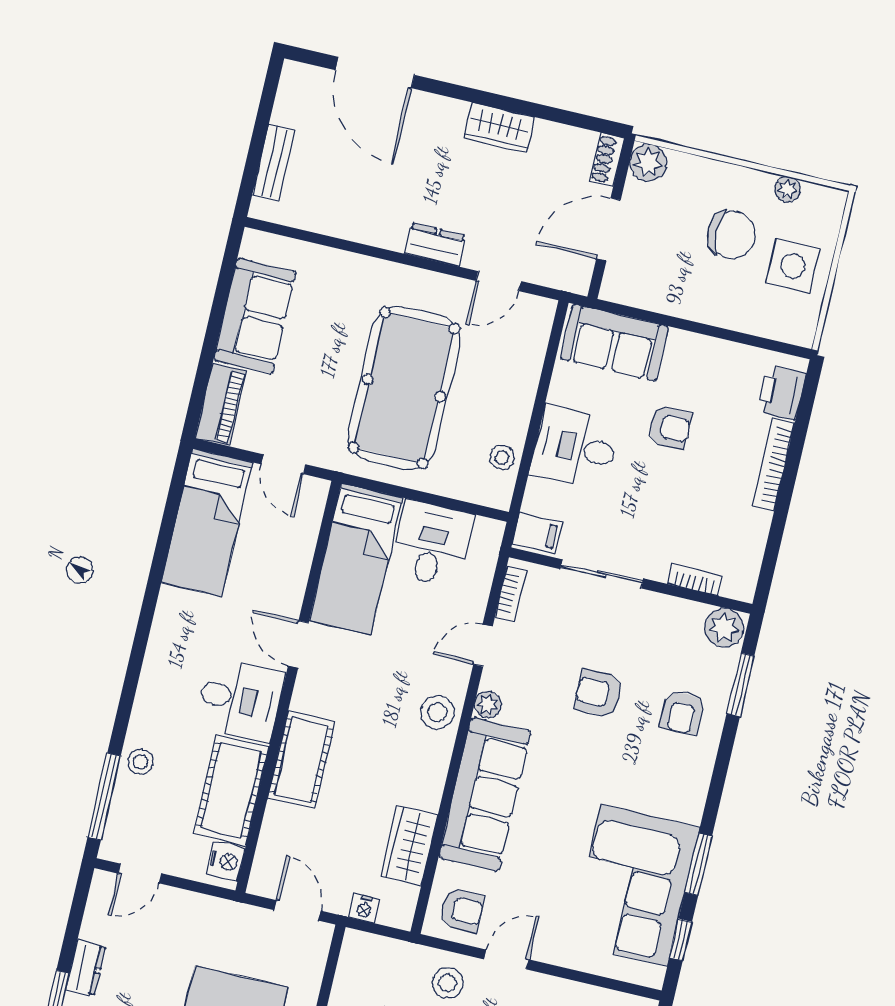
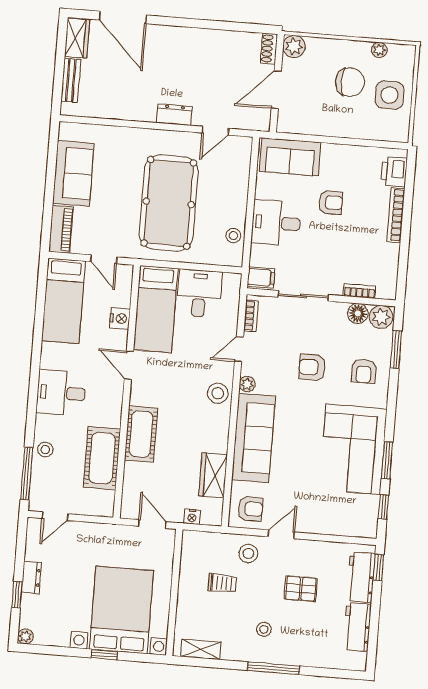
wardrobe: (499, 128) -> (77, 38), moved, turned -90
floor lamp: (687, 616) -> (358, 314), added
desk: (240, 700) -> (61, 393), moved, turned 180
nightstand: (226, 861) -> (120, 318), moved
corner sofa: (634, 885) -> (353, 449), moved

